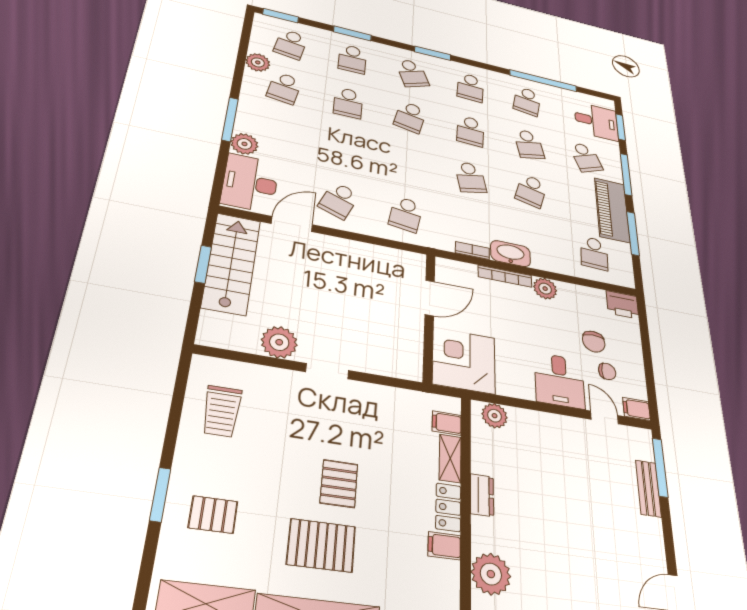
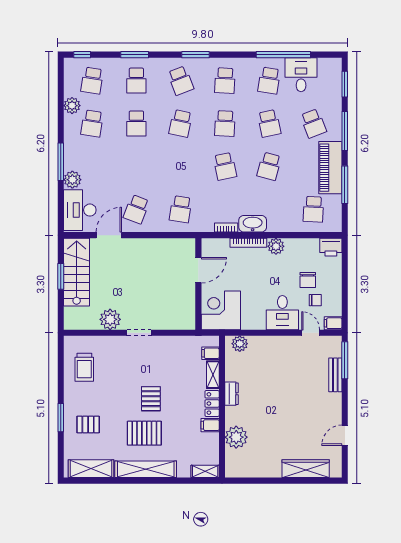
window: (281, 16) -> (82, 55), width x0.67
desk: (596, 121) -> (301, 75), moved, turned -90

